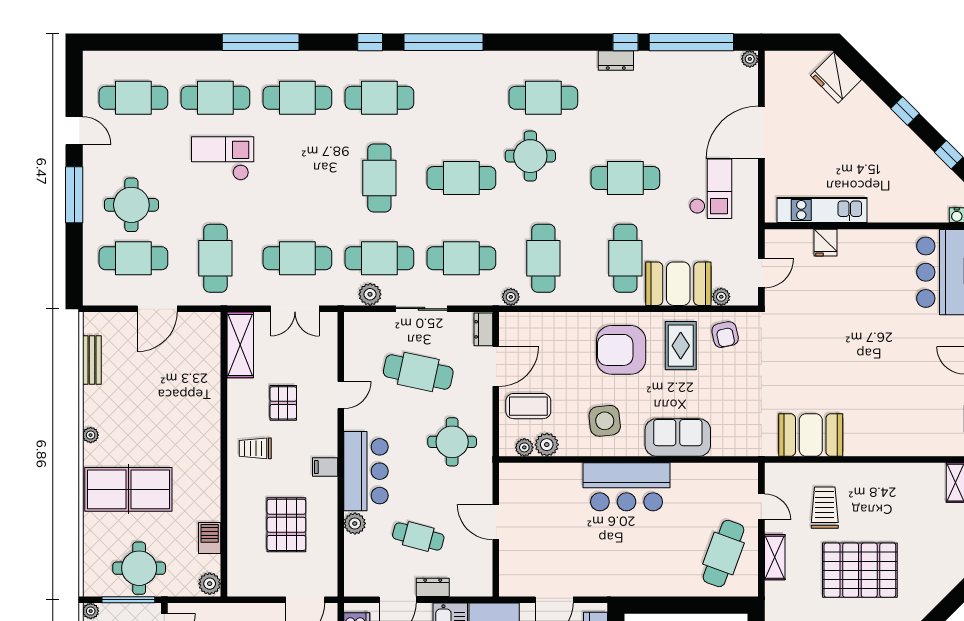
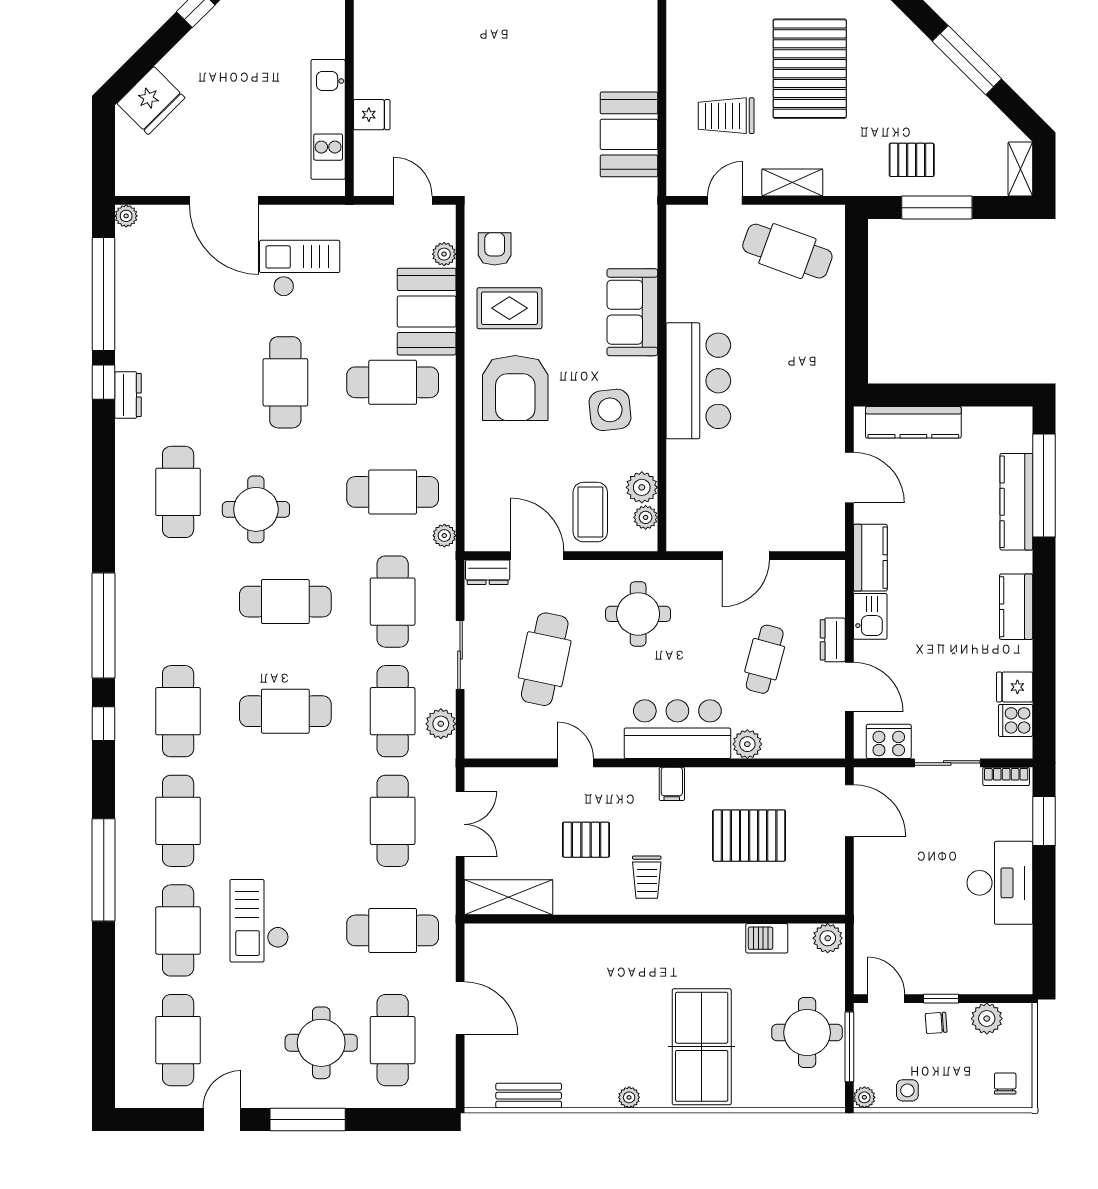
cafe table: (461, 178) -> (285, 602), turned 90
armchair: (725, 335) -> (495, 249), turned -78

